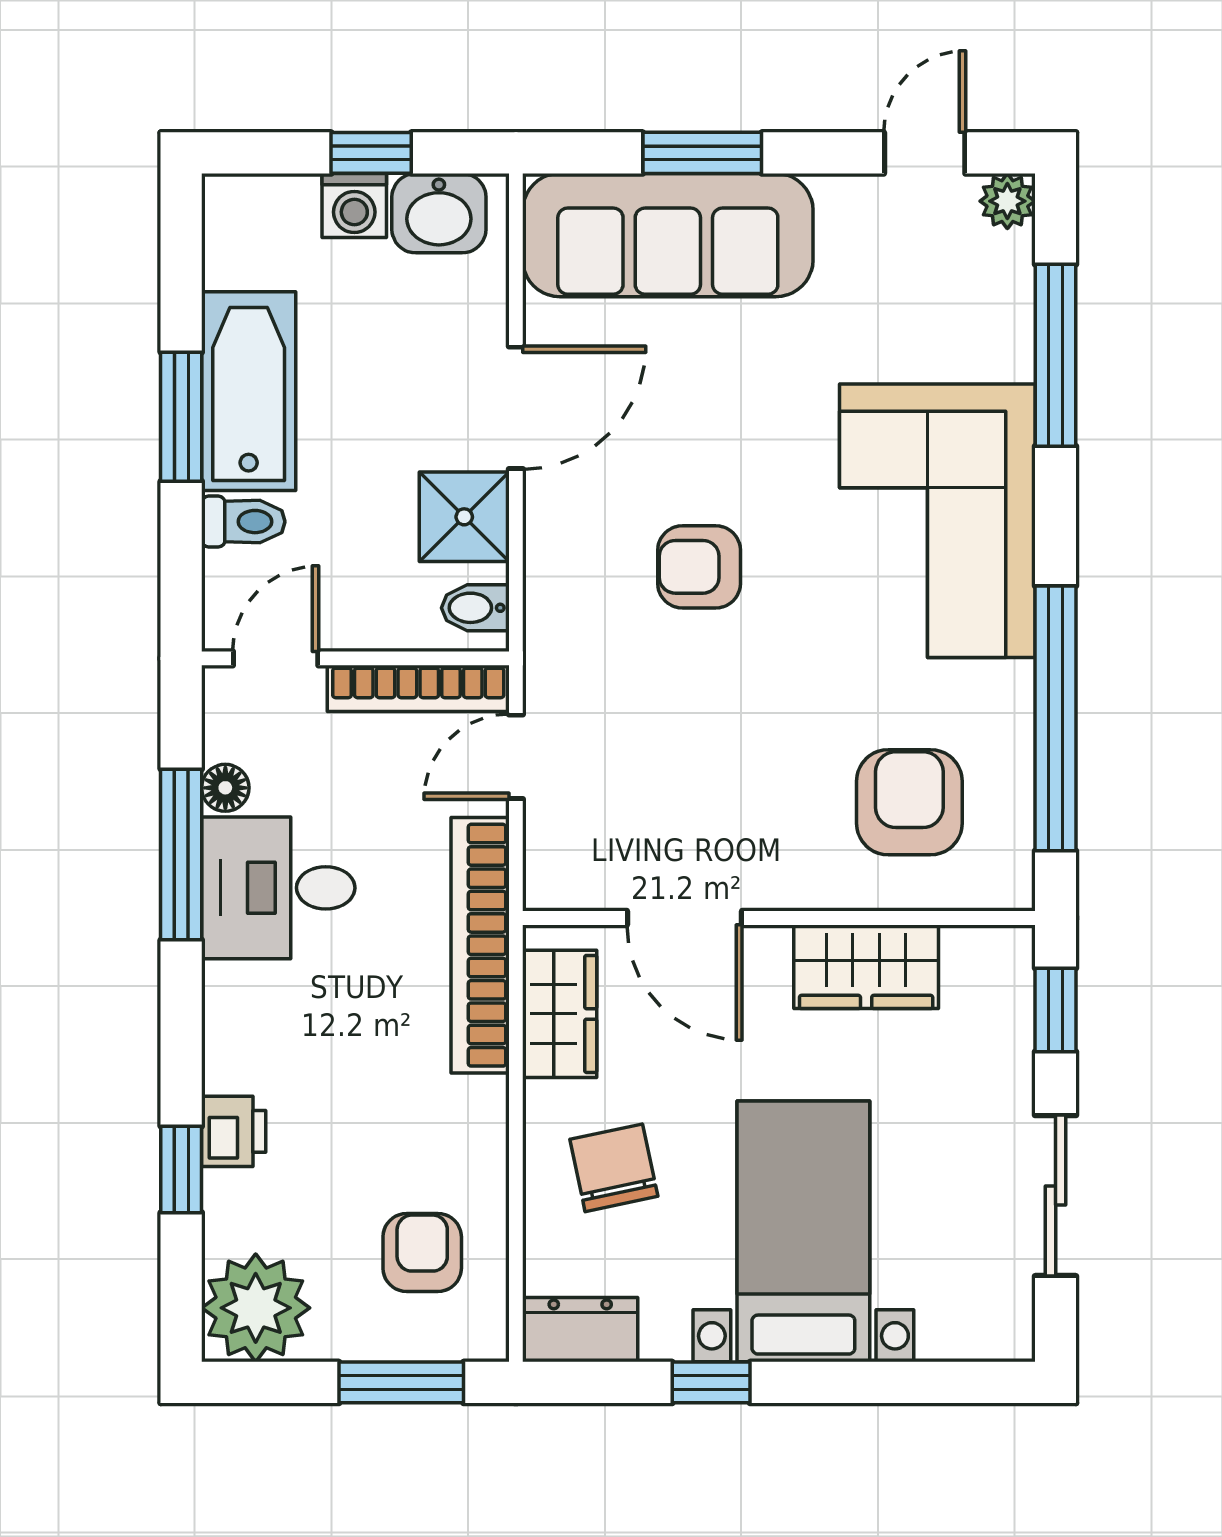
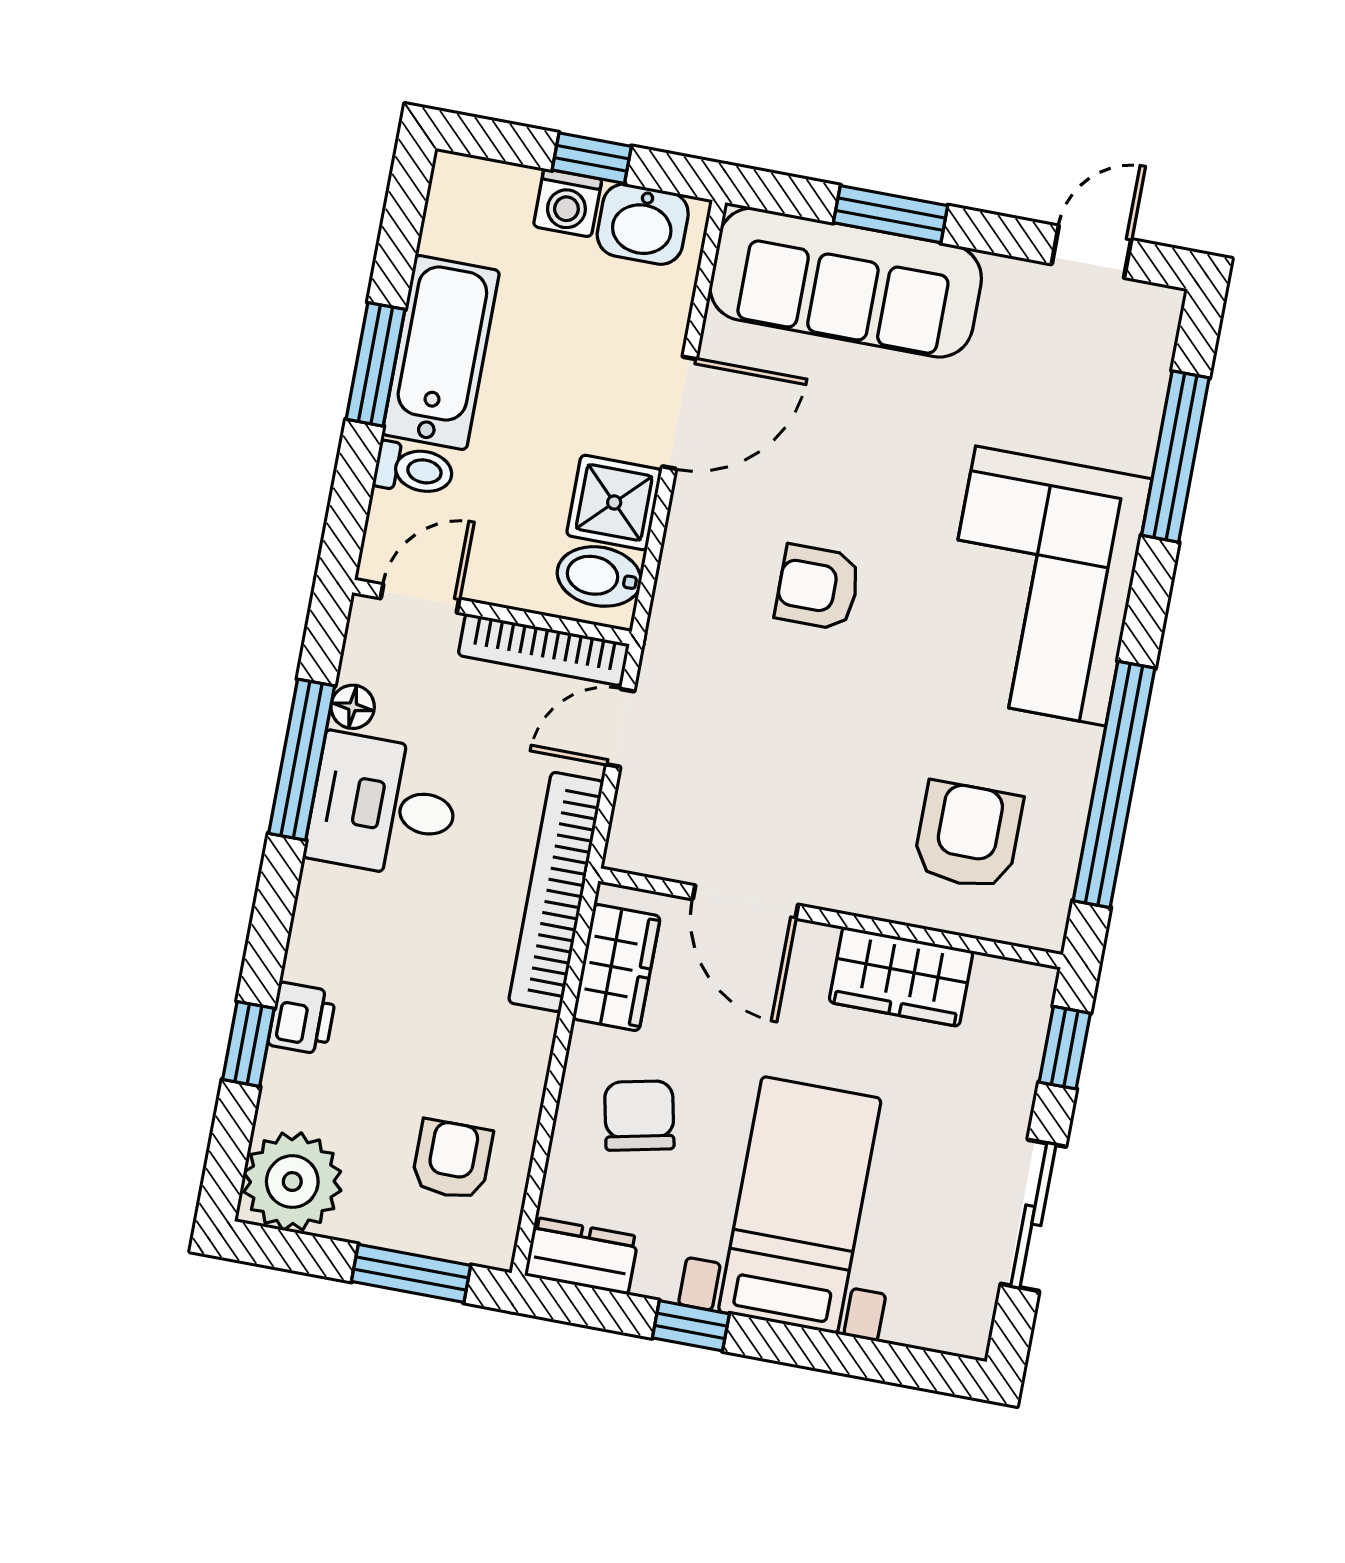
plant: (1007, 201) -> (1158, 309), removed
bidet: (475, 608) -> (599, 576), width x1.38, depth x1.36

